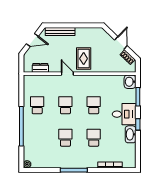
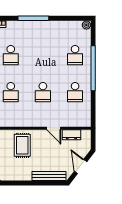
door: (32, 40) -> (81, 166), hinge flipped
door: (67, 74) -> (54, 128), moved
school desk: (65, 138) -> (75, 55), moved

